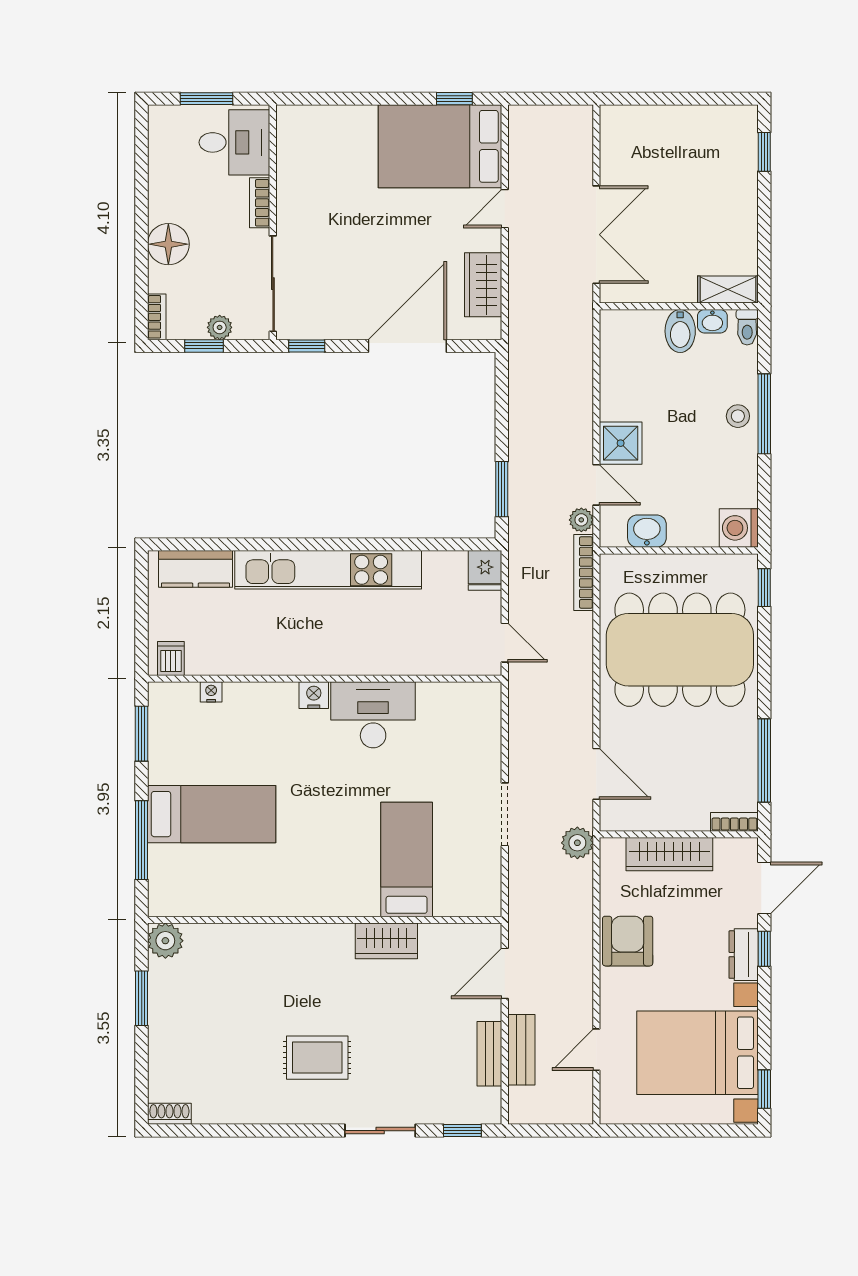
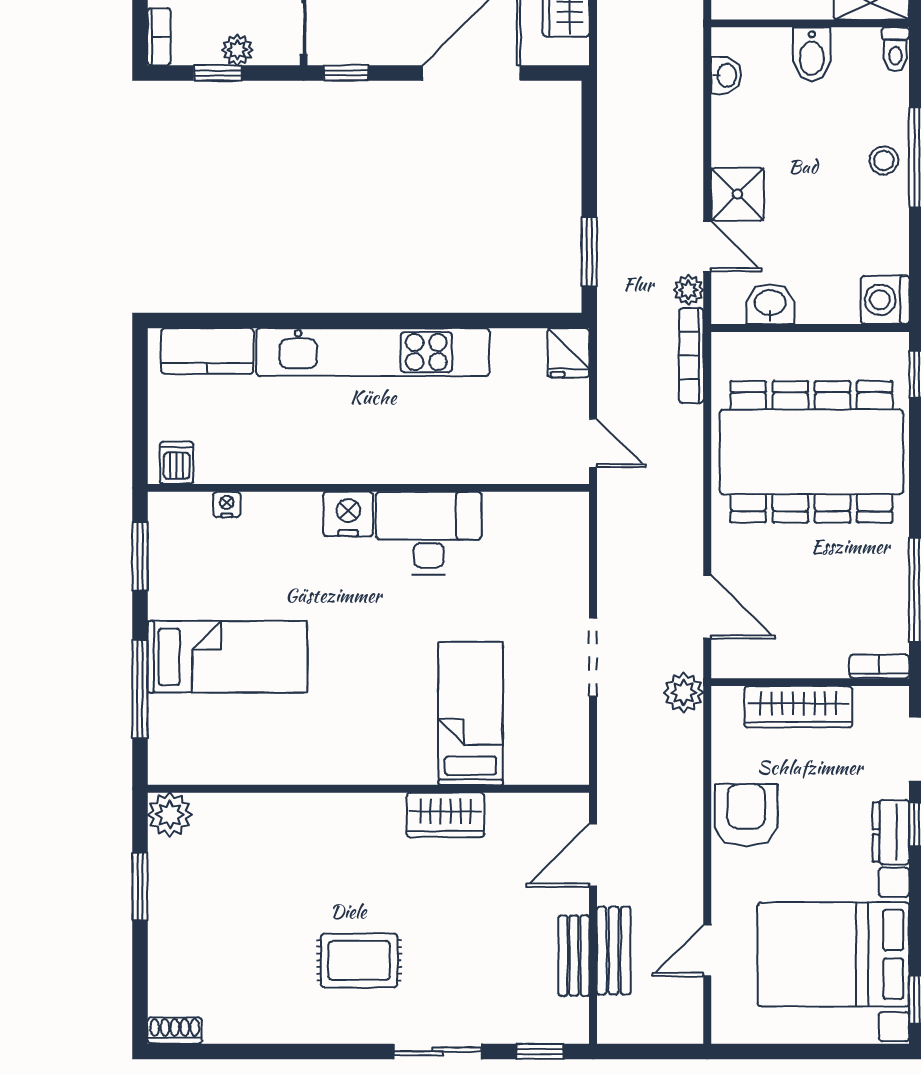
washbasin: (712, 321) -> (726, 75), moved, turned -90
nightstand: (314, 695) -> (348, 514), width x1.36, depth x1.33

